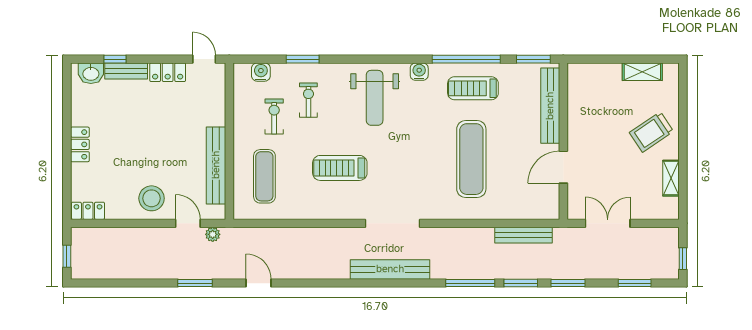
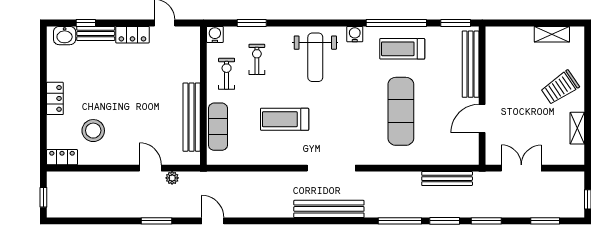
wall: (229, 141) -> (203, 96), moved
bench: (216, 165) -> (192, 117), moved
stool: (152, 198) -> (93, 131), moved

